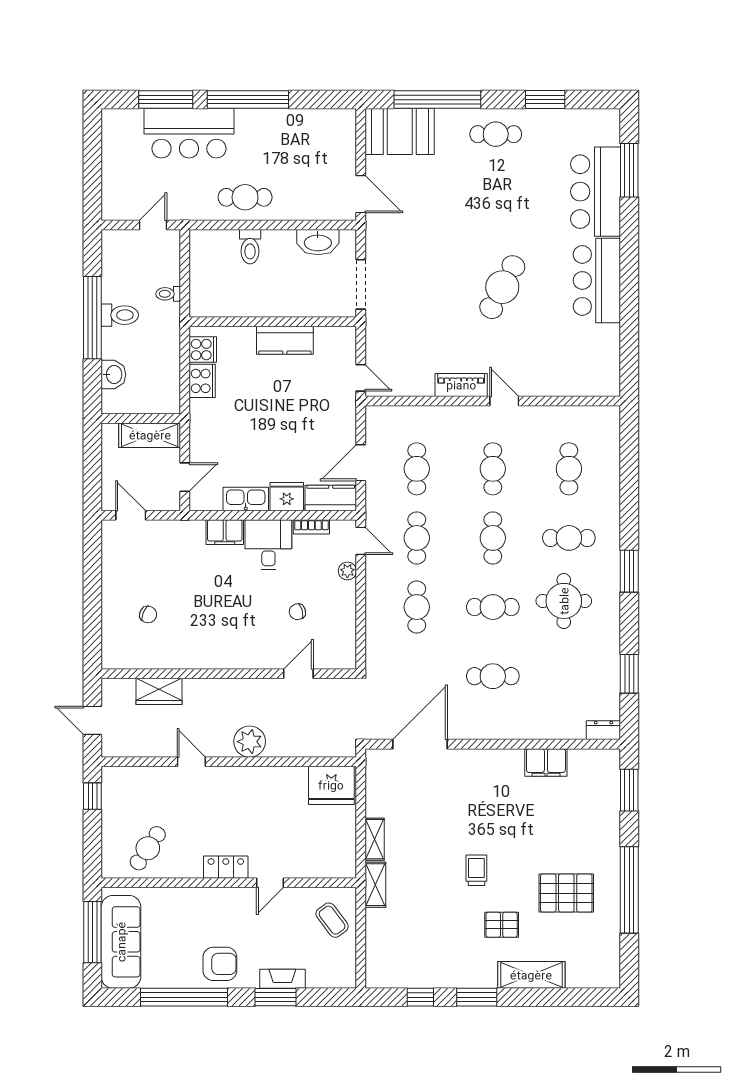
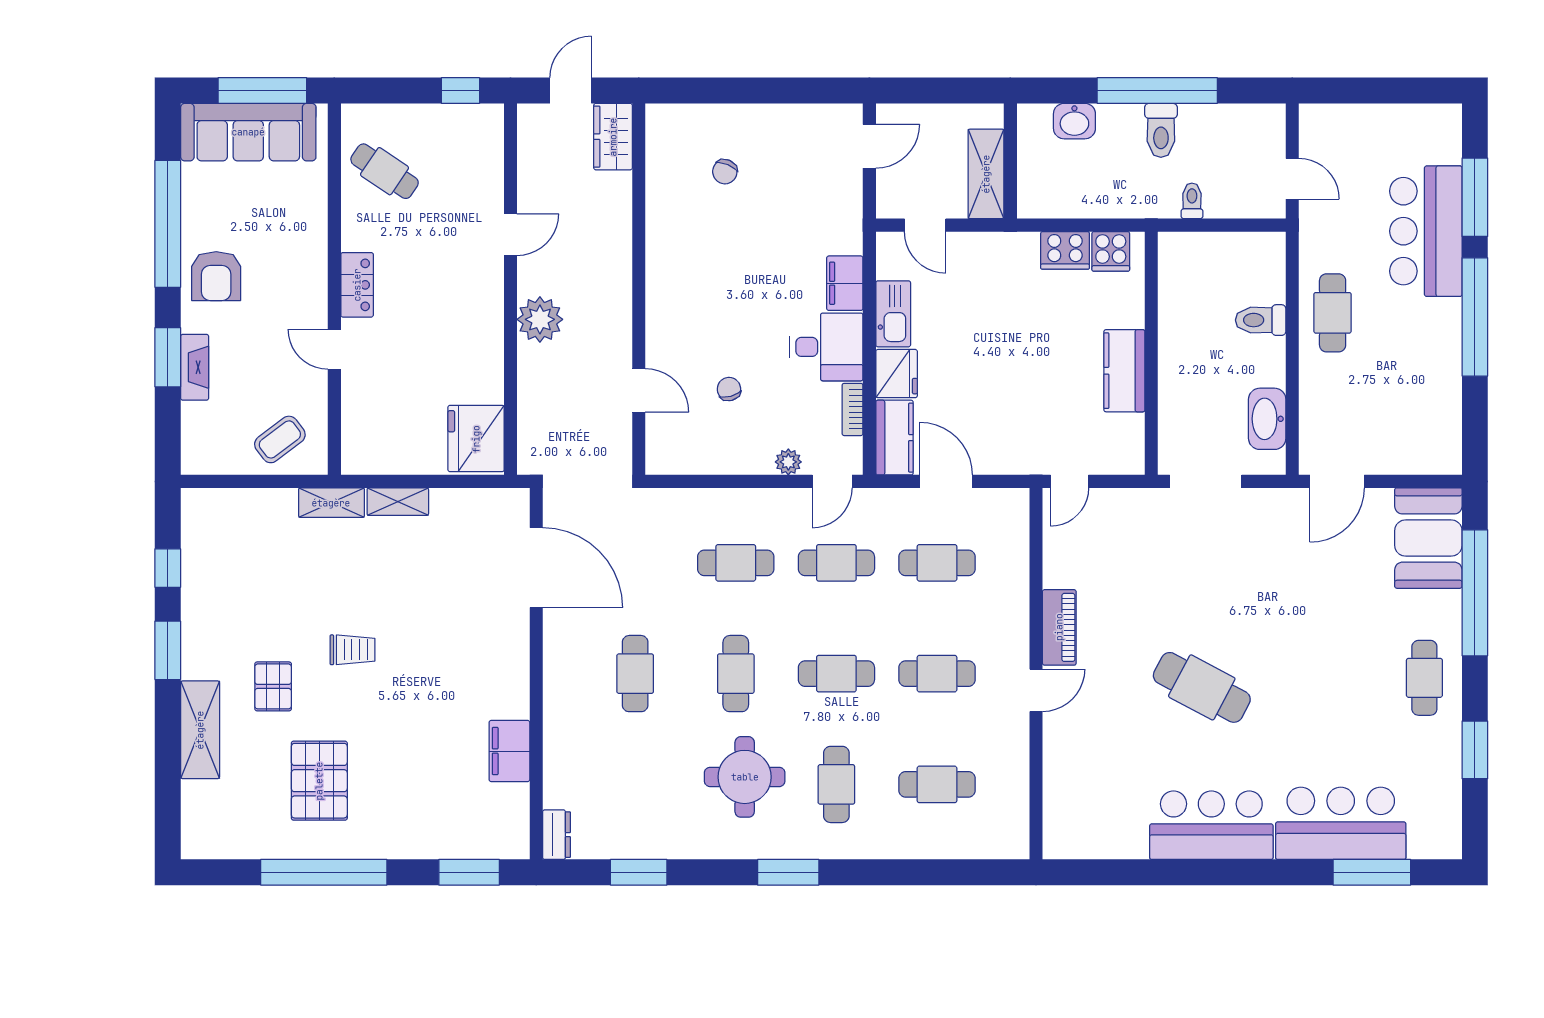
wardrobe: (159, 691) -> (613, 137), moved

